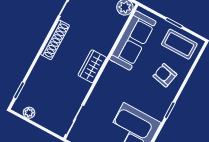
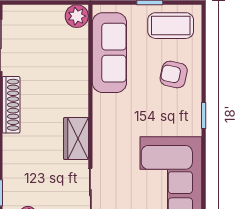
wardrobe: (92, 66) -> (76, 139), moved

